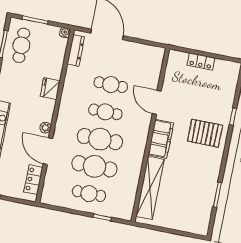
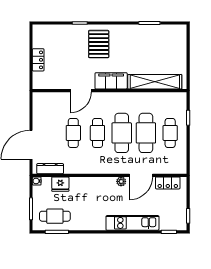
fridge: (50, 89) -> (60, 184), moved

